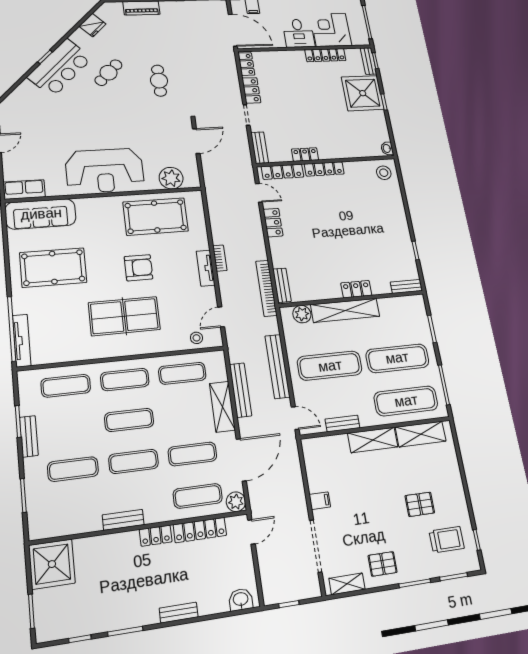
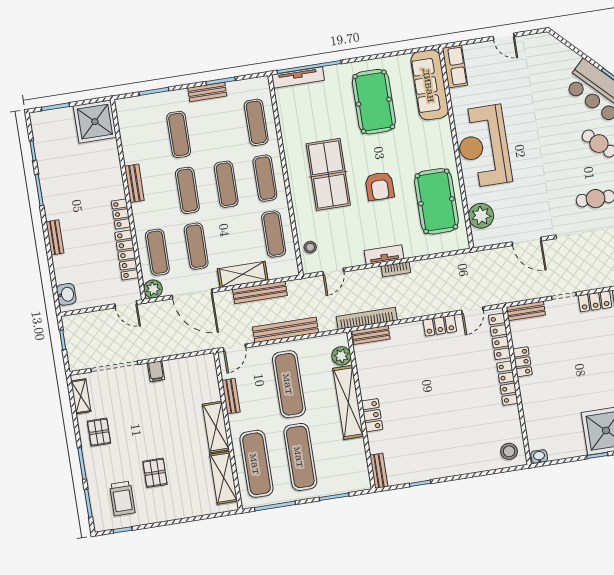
door: (221, 317) -> (333, 272), swing flipped

